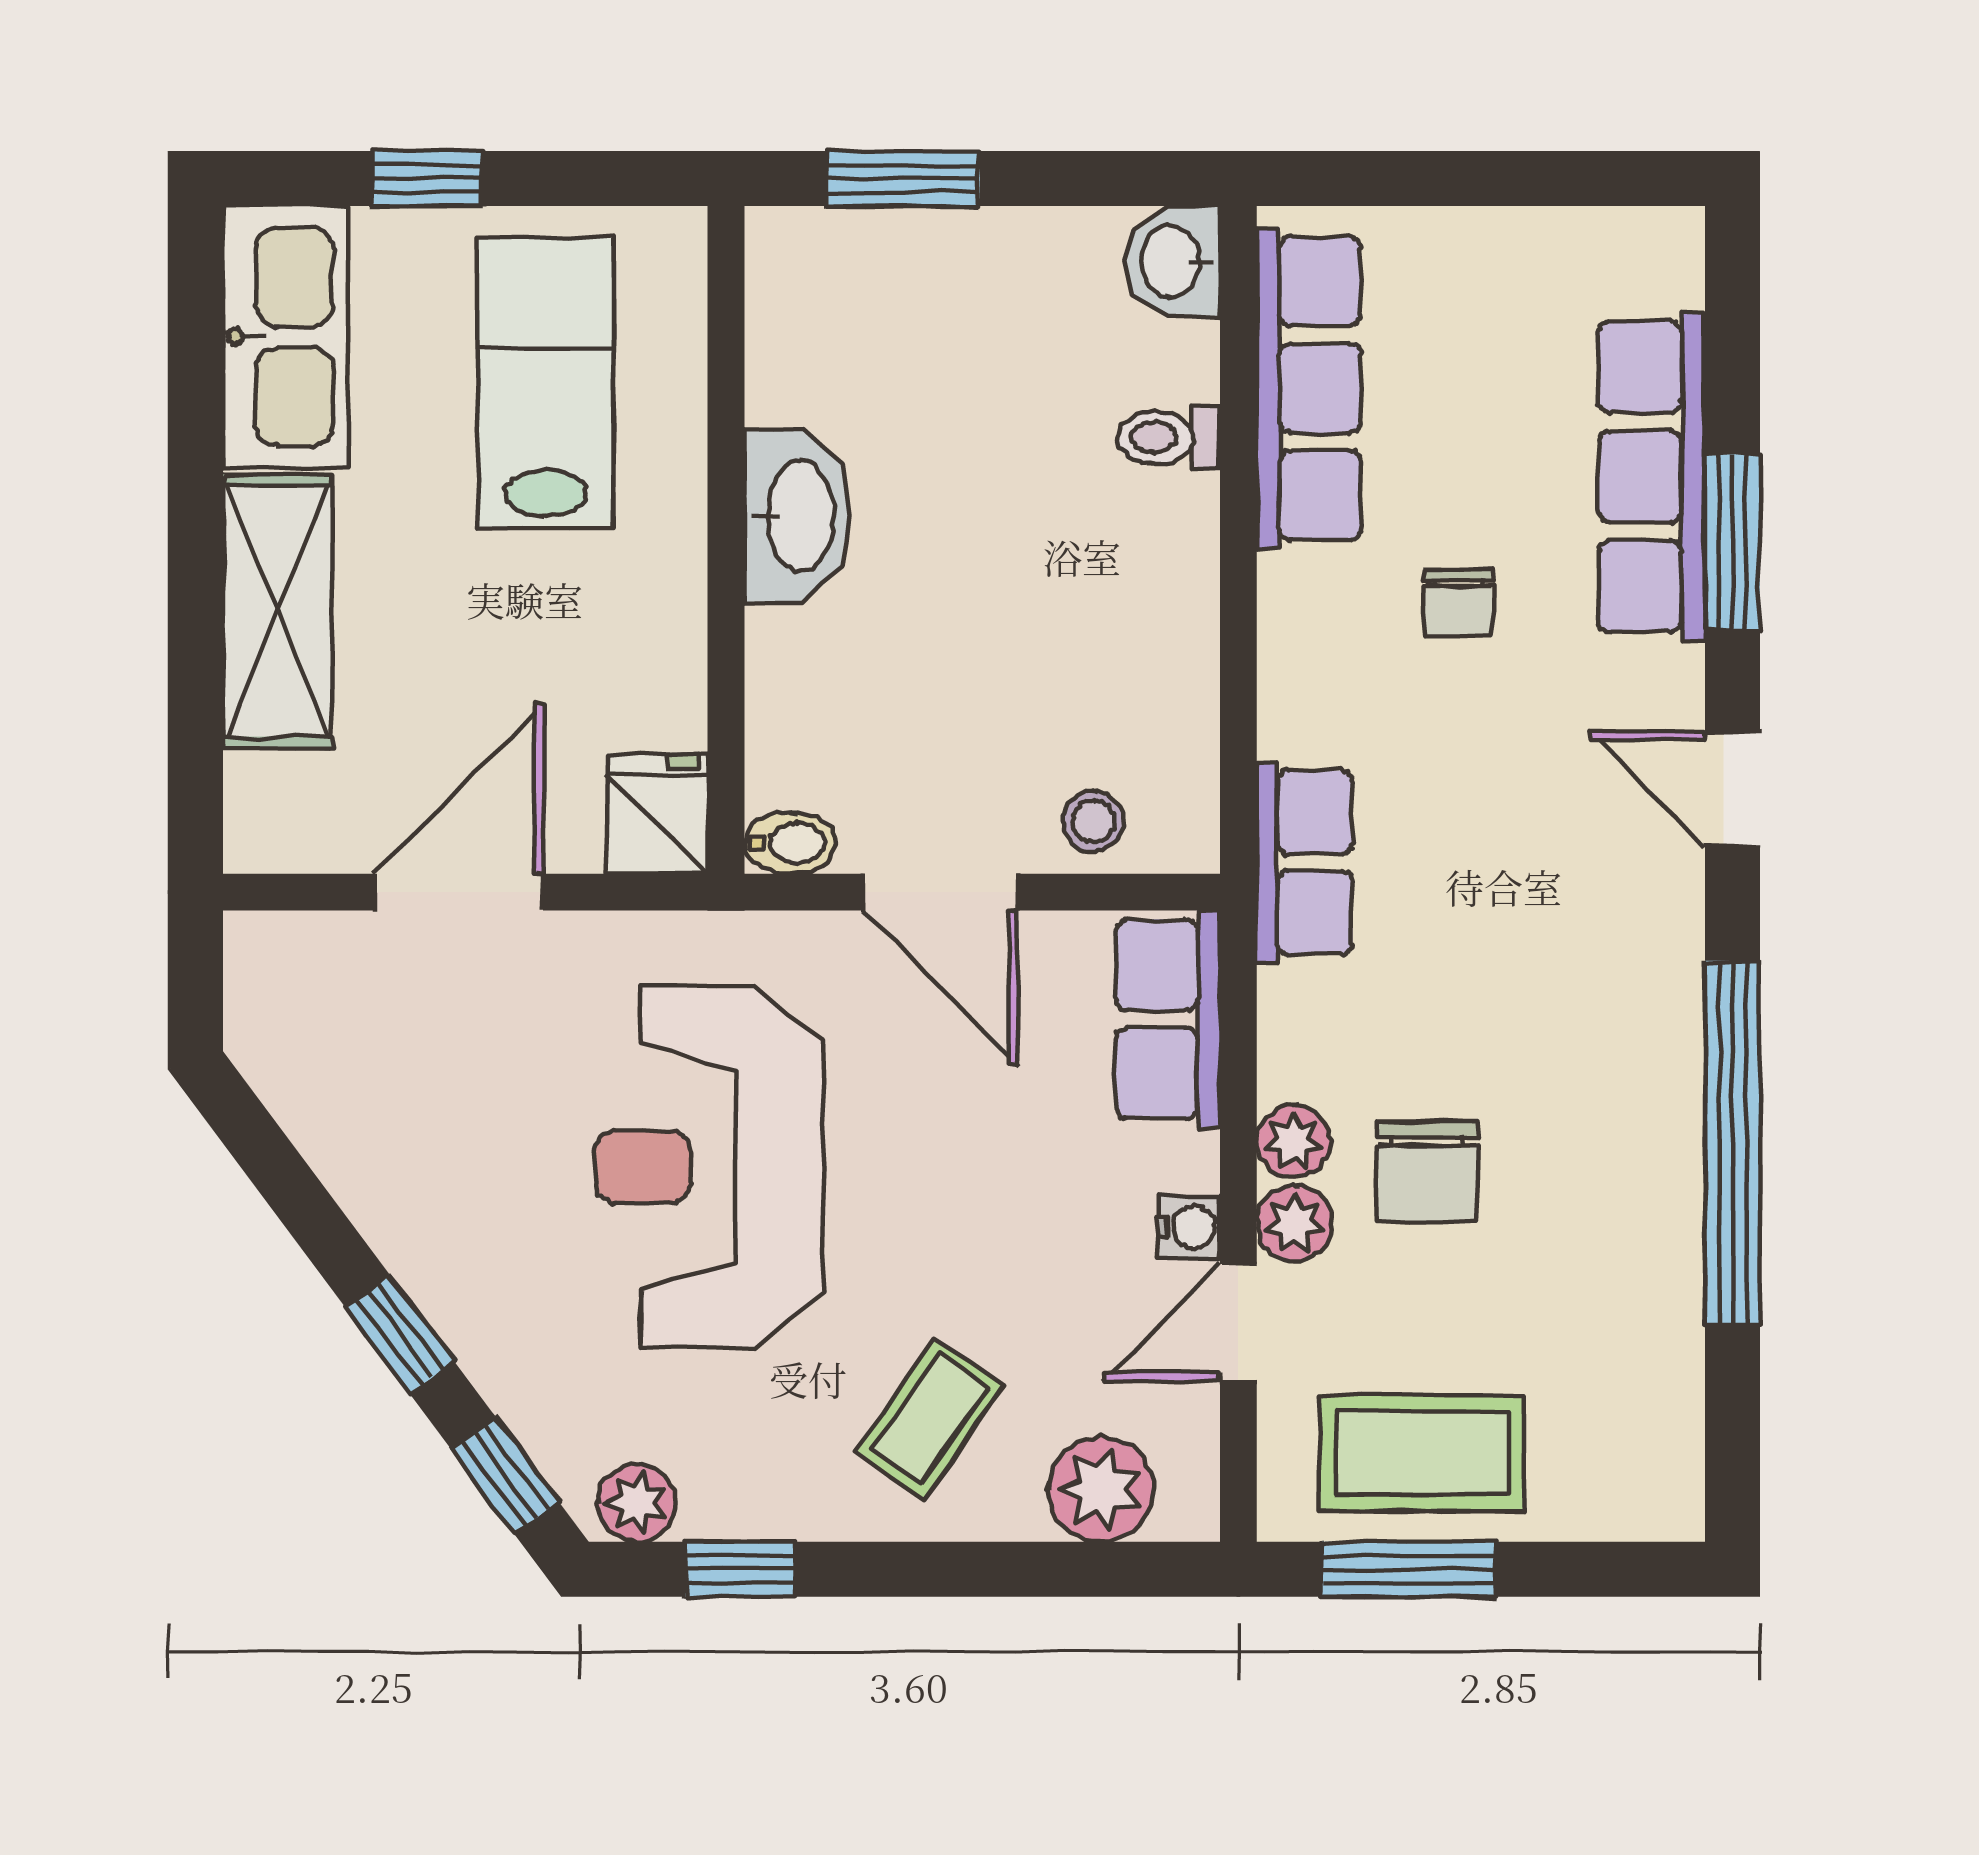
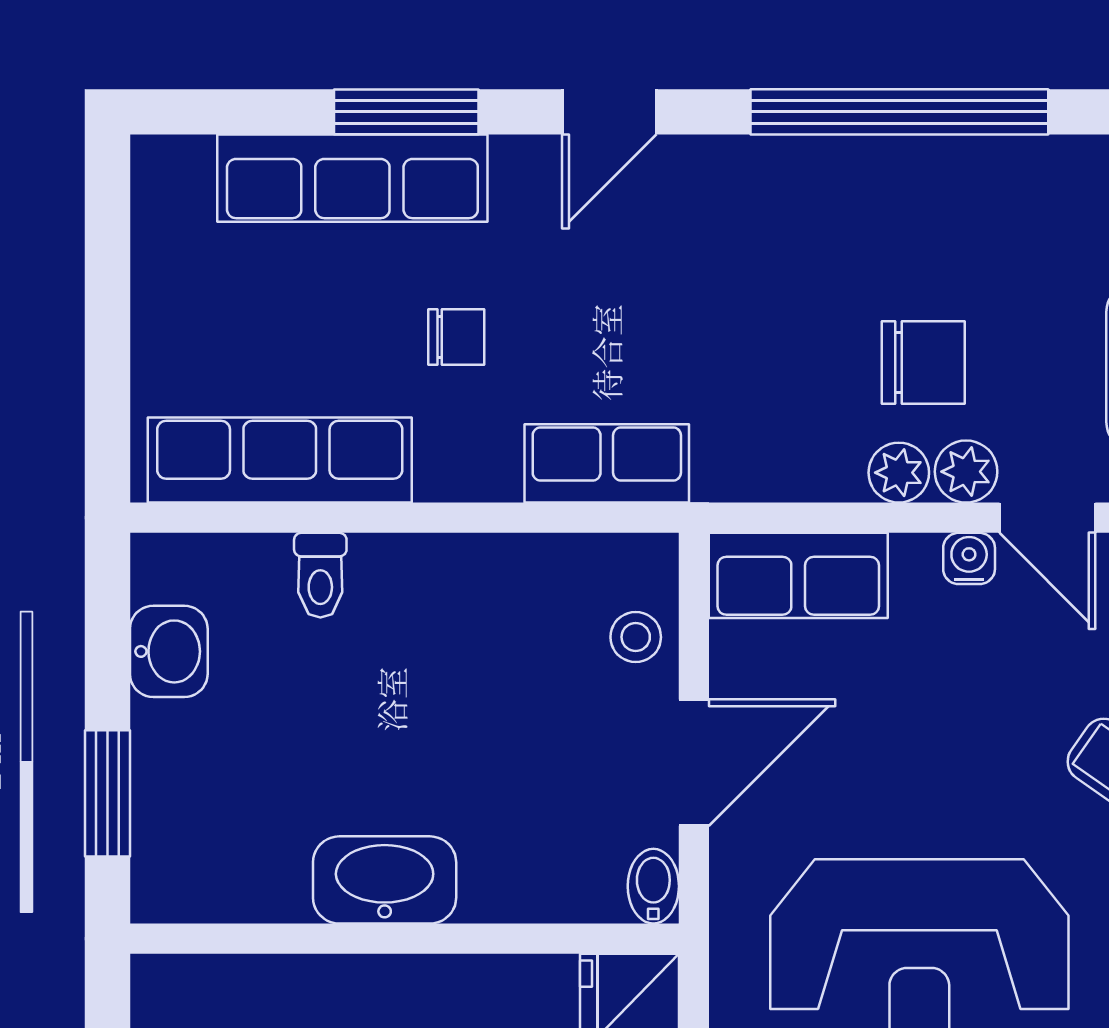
washbasin: (1173, 262) -> (169, 651), moved, turned -90
row of seats: (1305, 862) -> (607, 463), moved

